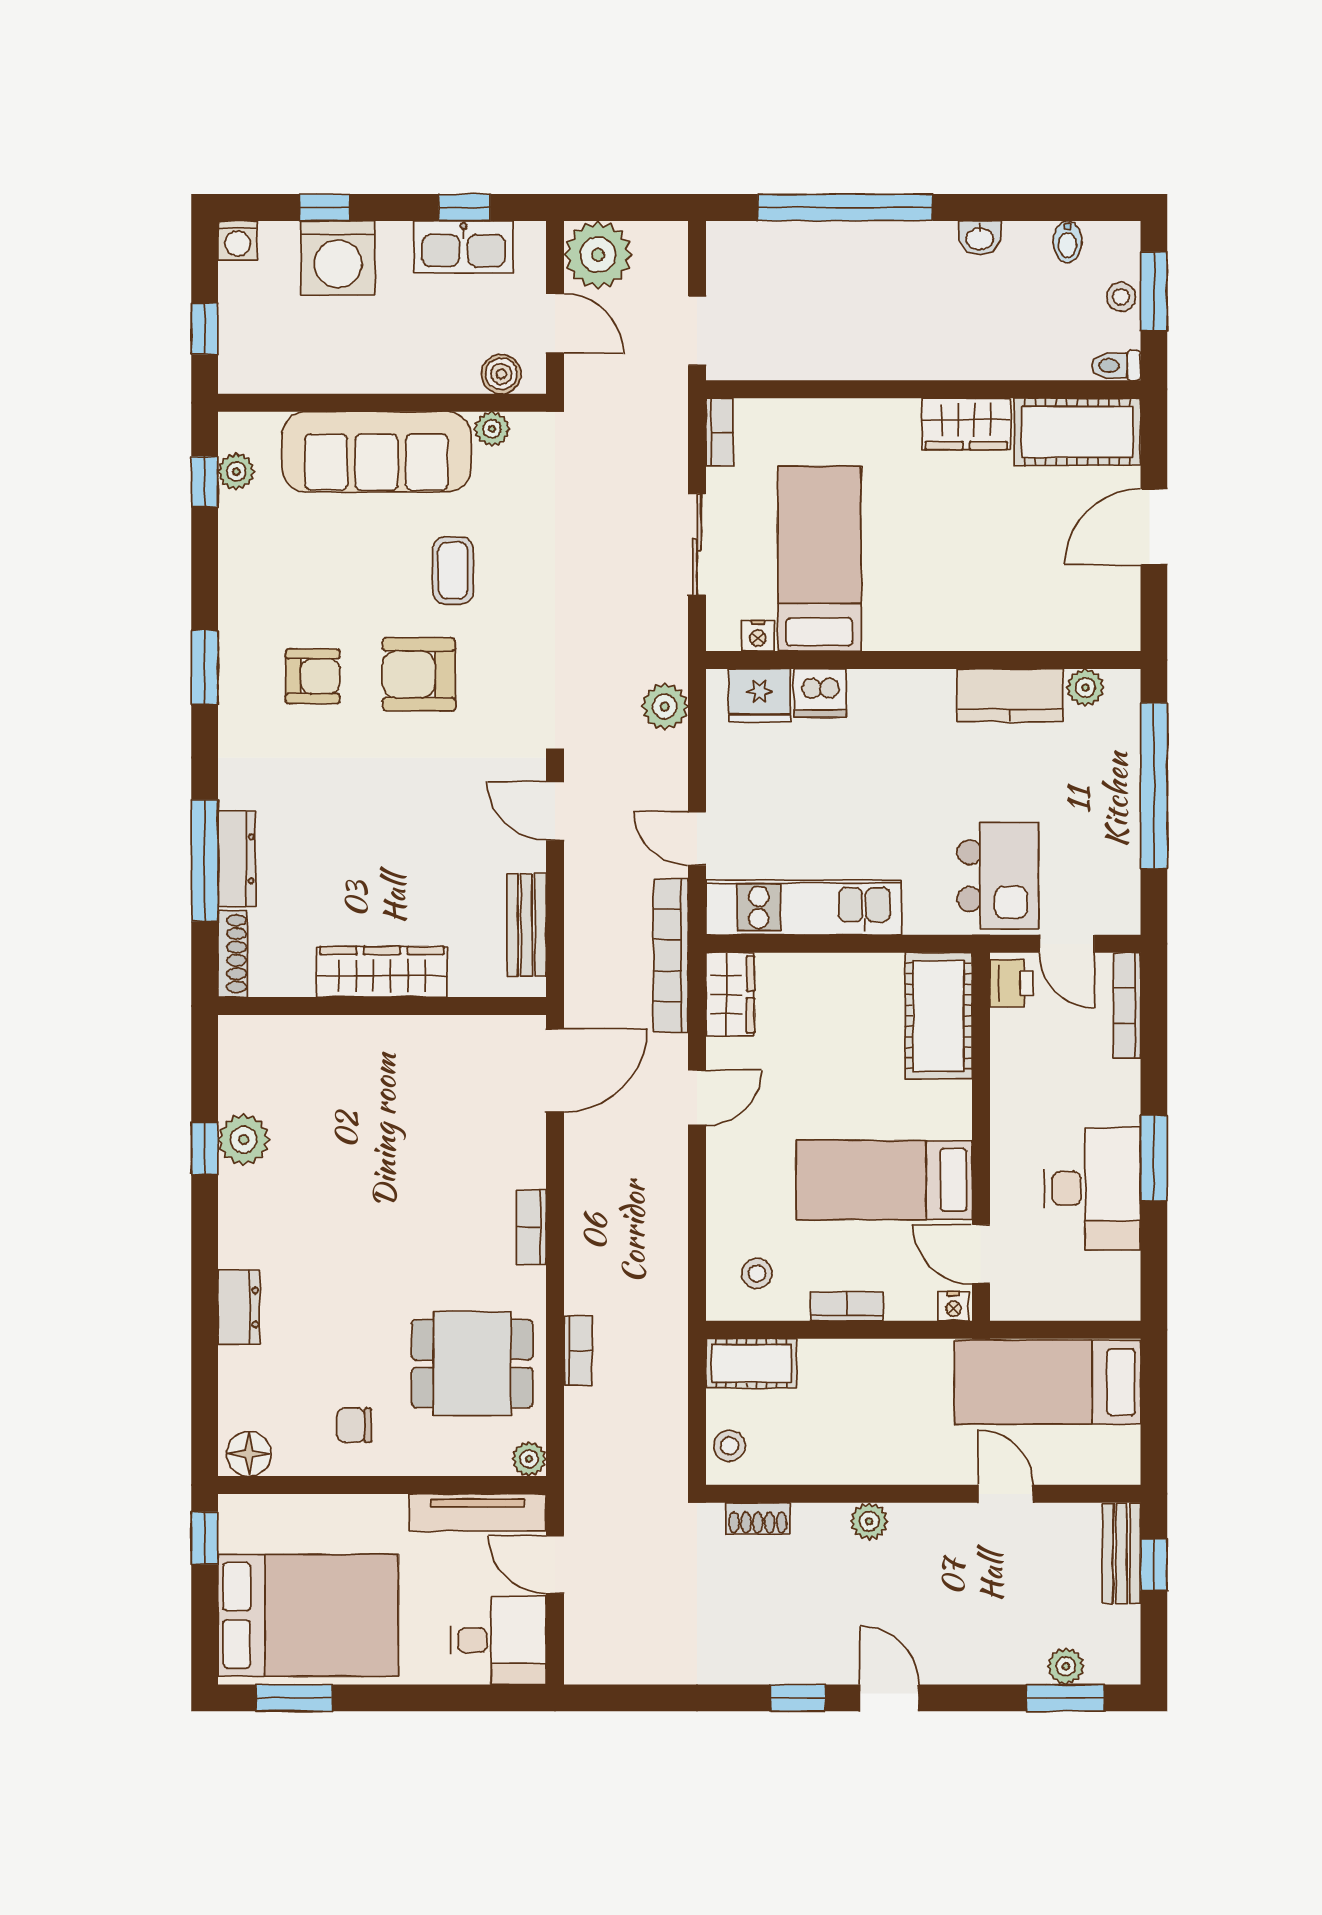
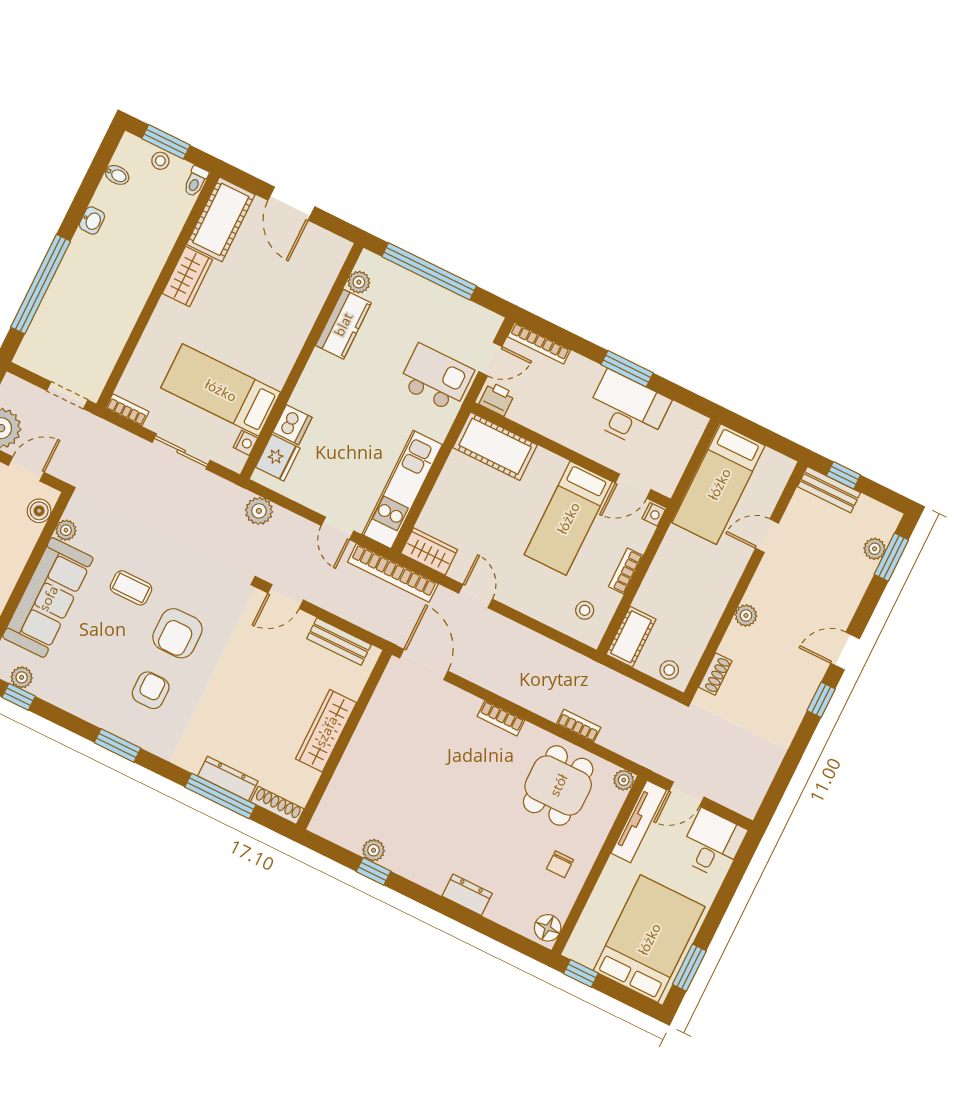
door: (697, 838) -> (338, 528), hinge flipped
plant: (244, 1140) -> (374, 850), width x0.73, depth x0.73

